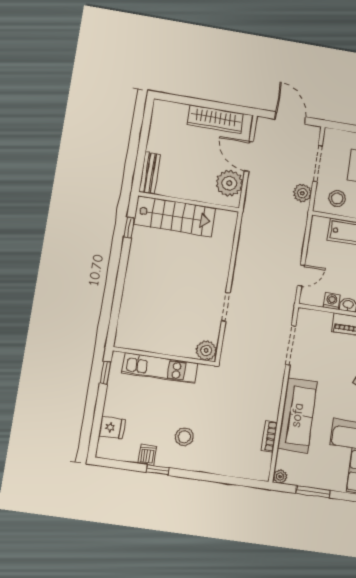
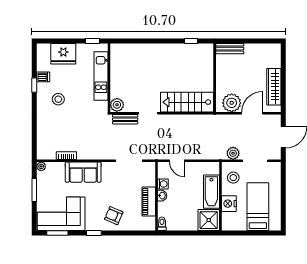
stairs: (175, 216) -> (187, 102), moved, turned 90
bench: (229, 342) -> (125, 119), added
sofa: (297, 415) -> (83, 172), width x0.73
fridge: (112, 428) -> (63, 54), width x1.88, depth x1.34

